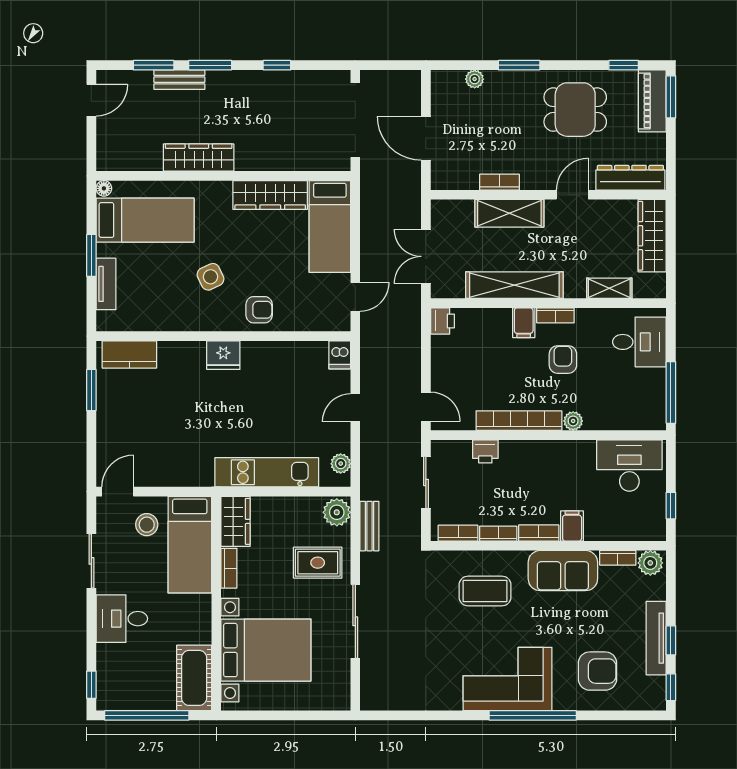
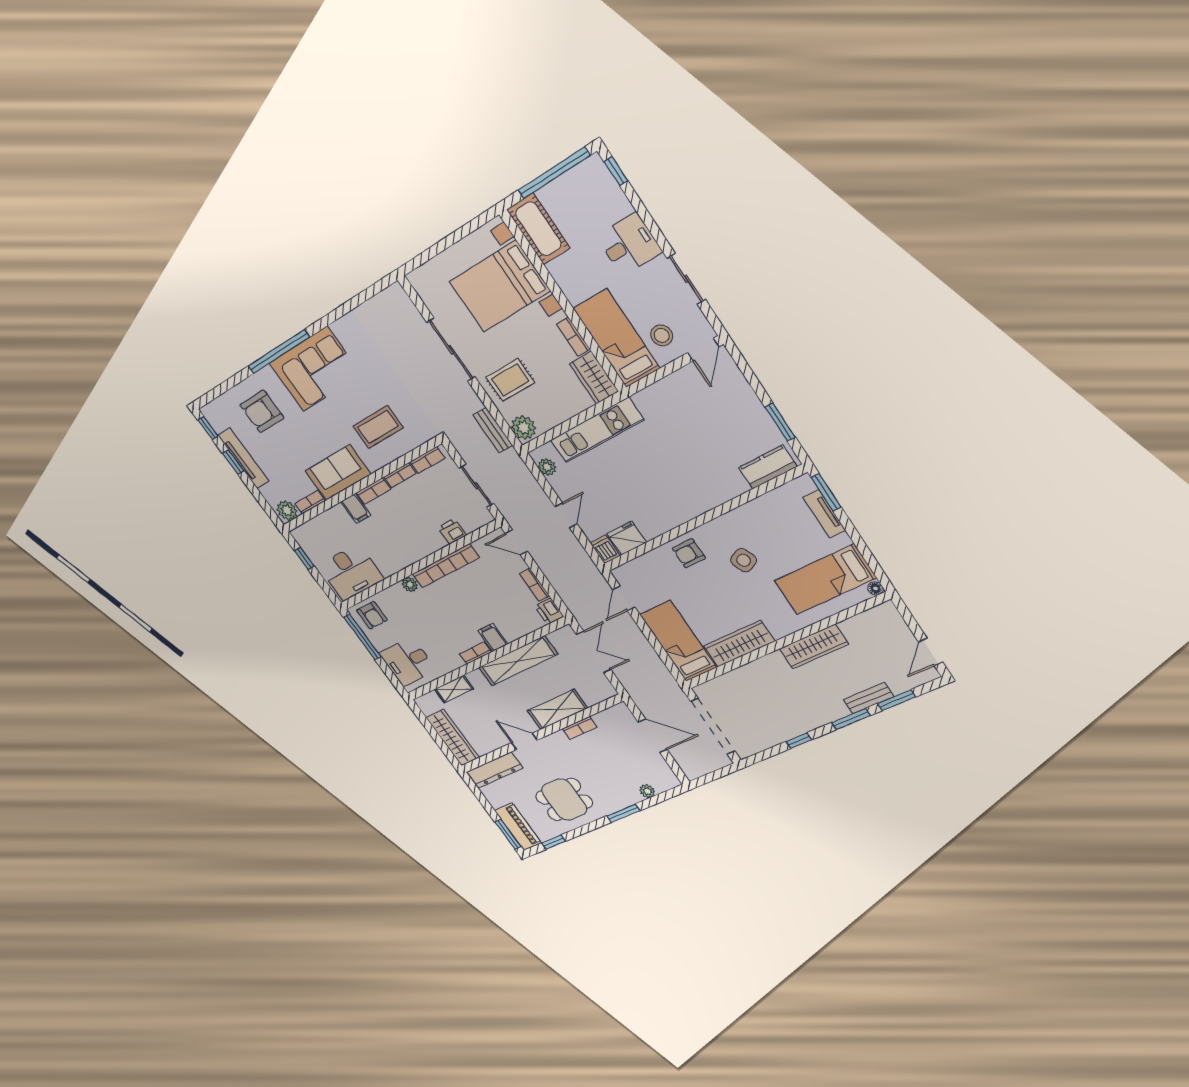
door: (572, 195) -> (524, 741), swing flipped
window: (91, 255) -> (826, 492), moved
fridge: (223, 355) -> (627, 538), moved
bookcase: (438, 355) -> (534, 585), added
armchair: (563, 360) -> (372, 615), moved

